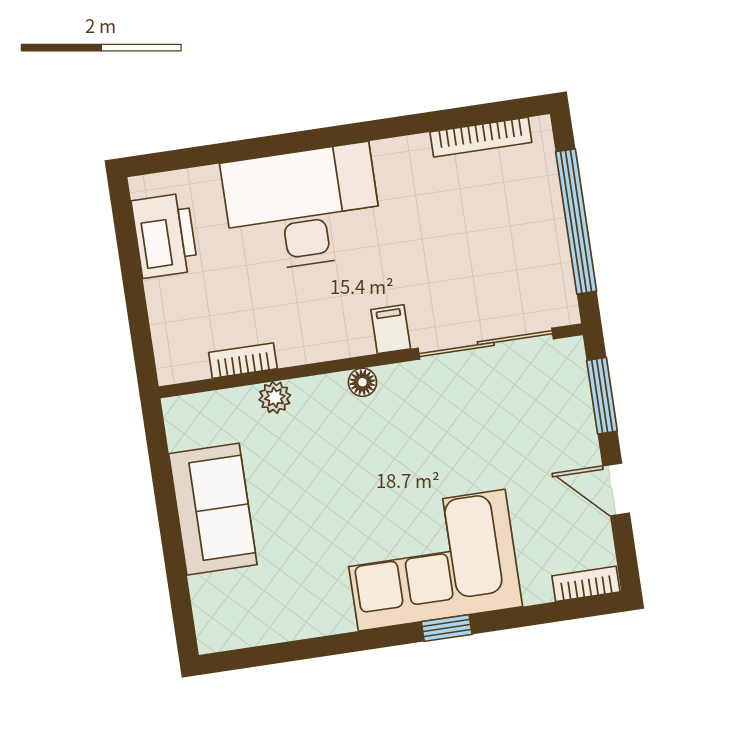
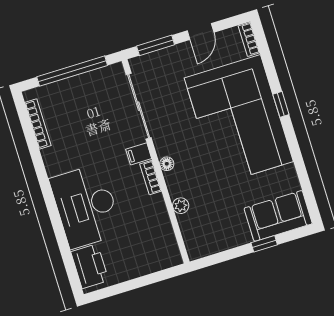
printer: (165, 236) -> (90, 266), moved, turned 90
bookcase: (243, 361) -> (151, 178), moved
sofa: (213, 509) -> (278, 216), moved
window: (173, 553) -> (264, 244), added
corner sofa: (432, 560) -> (239, 120), width x1.36, depth x1.36

